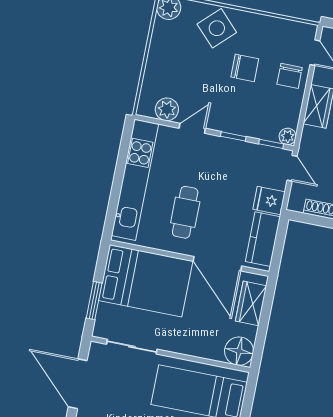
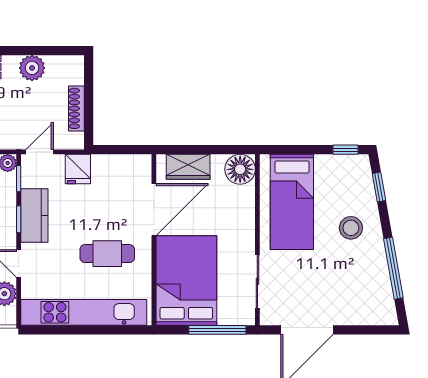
kitchen counter: (263, 239) -> (34, 216), moved, turned -90
window: (94, 301) -> (217, 330), width x1.44

